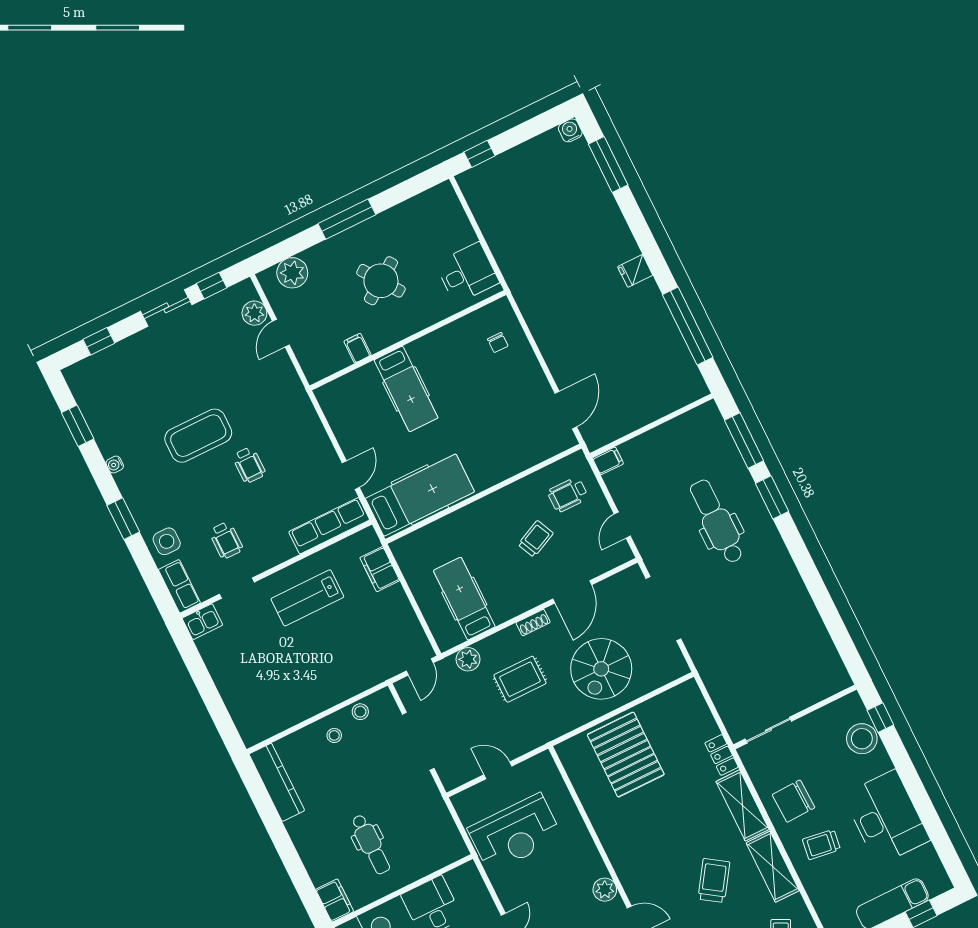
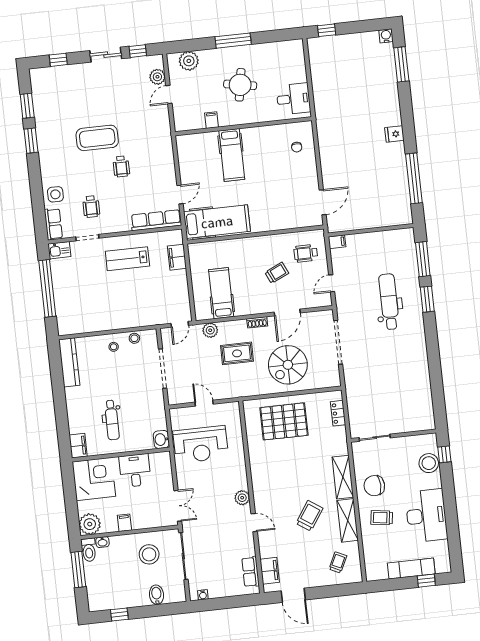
round table: (381, 281) -> (240, 85), turned 45
water cooler: (115, 465) -> (41, 137), removed
window: (123, 519) -> (31, 141), moved
window: (205, 685) -> (47, 288), added
pallet: (626, 755) -> (284, 421), turned 90
locker: (722, 755) -> (338, 413), moved
washbasin: (454, 847) -> (161, 439), added

